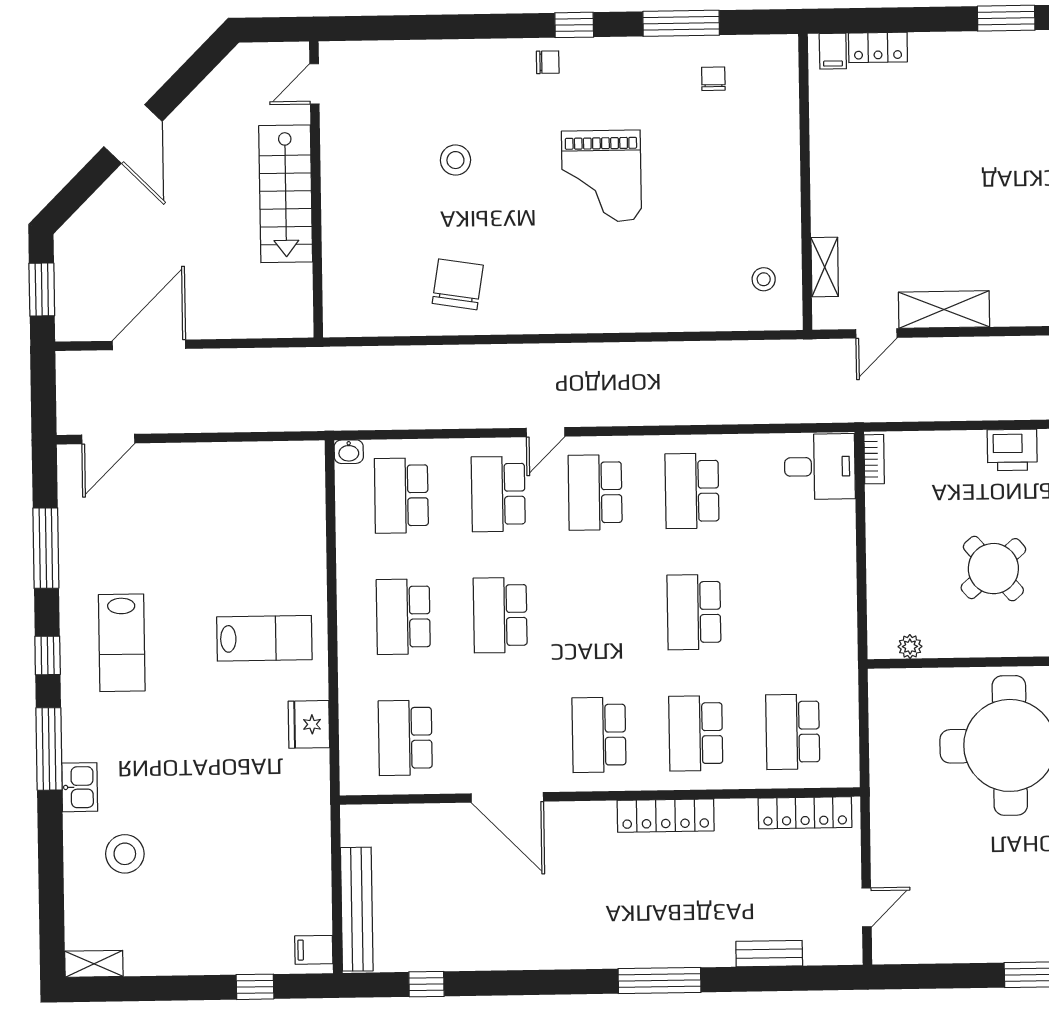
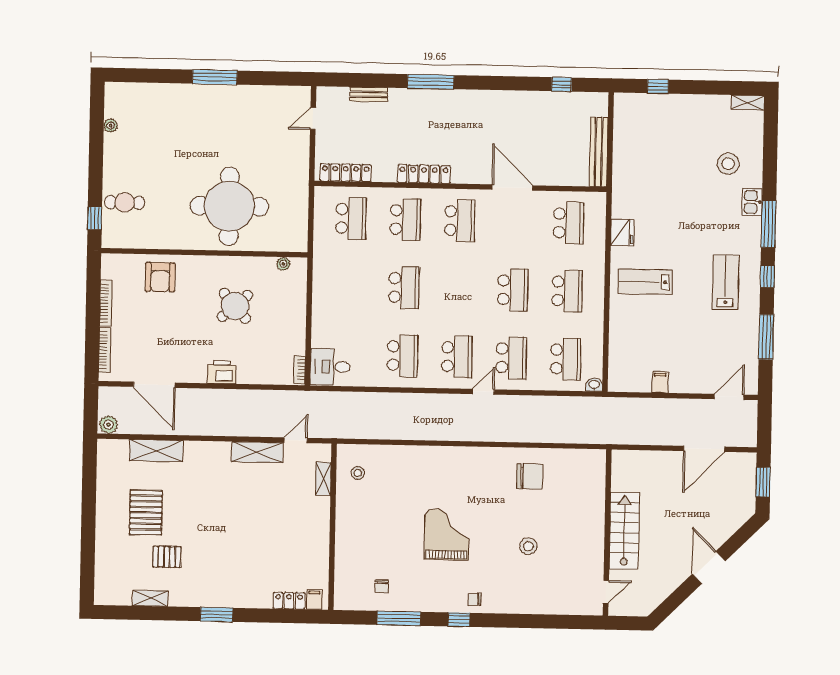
chair: (458, 284) -> (530, 476), turned -99
bench: (357, 909) -> (599, 152), moved
filing cabinet: (314, 950) -> (660, 382), moved, turned -90

